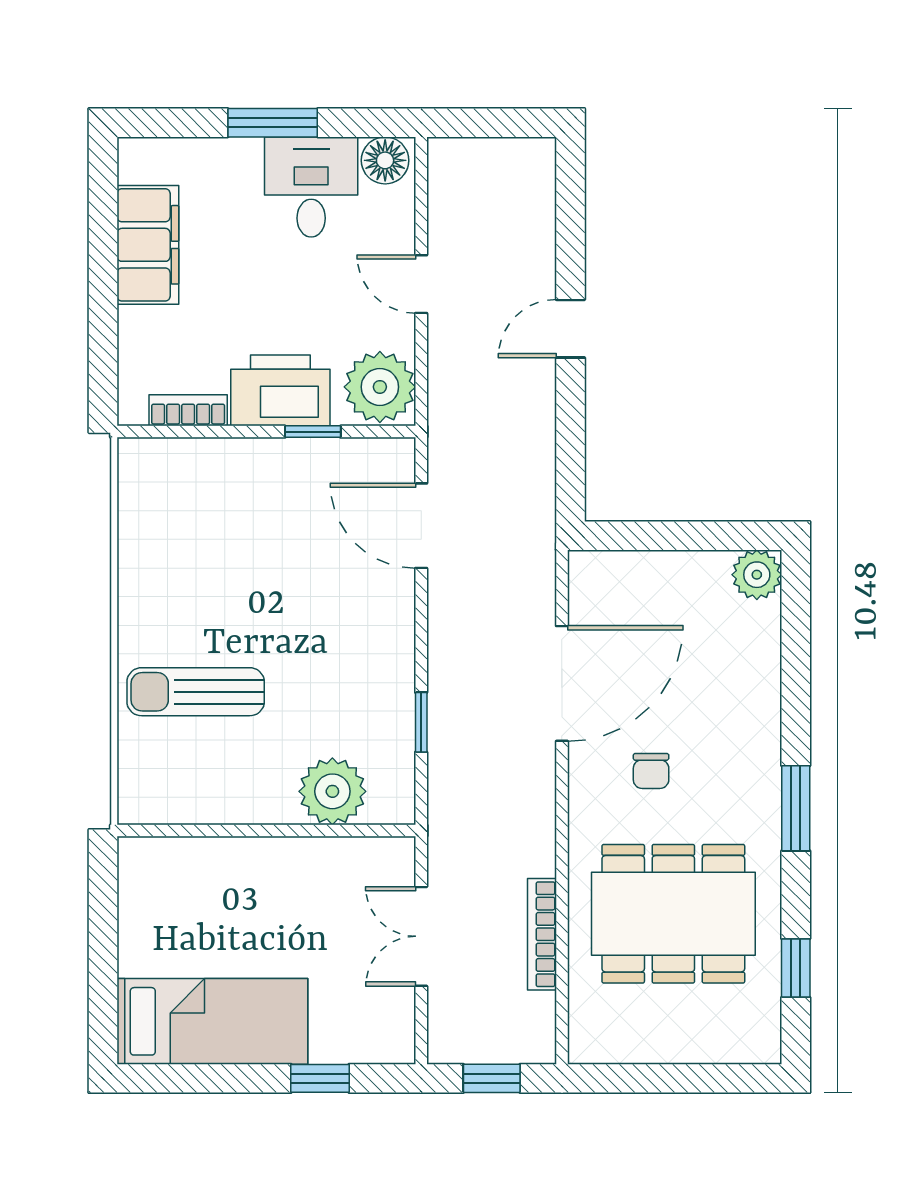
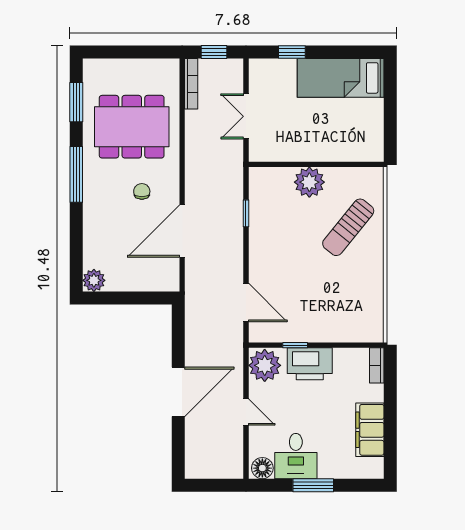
door: (570, 329) -> (178, 392), width x1.88
bookcase: (188, 410) -> (377, 365), moved, turned 90
sun lounger: (196, 692) -> (348, 227), turned 129
plant: (332, 791) -> (309, 182), moved
window: (796, 808) -> (76, 174), width x1.44
bookcase: (542, 934) -> (191, 84), moved
double door: (421, 936) -> (246, 116), swing flipped
window: (796, 968) -> (76, 102), width x1.50

